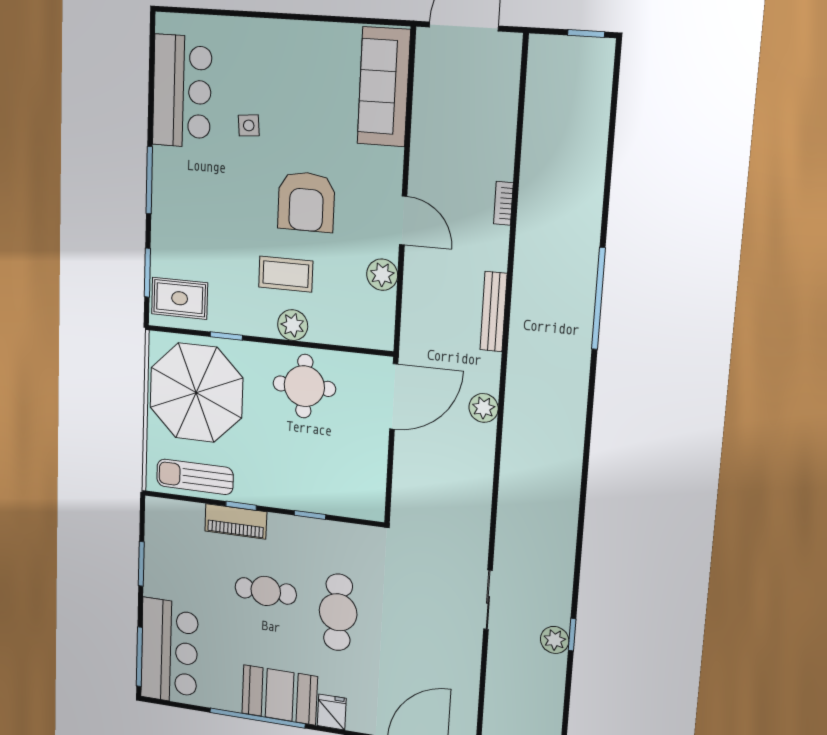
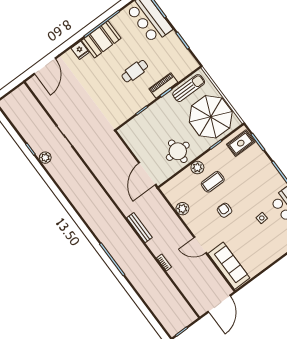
armchair: (306, 202) -> (225, 210), width x0.53, depth x0.53
door: (403, 220) -> (200, 245), moved
plant: (484, 408) -> (117, 195), removed
cafe table: (338, 612) -> (106, 86), removed
plant: (555, 640) -> (45, 158), moved

